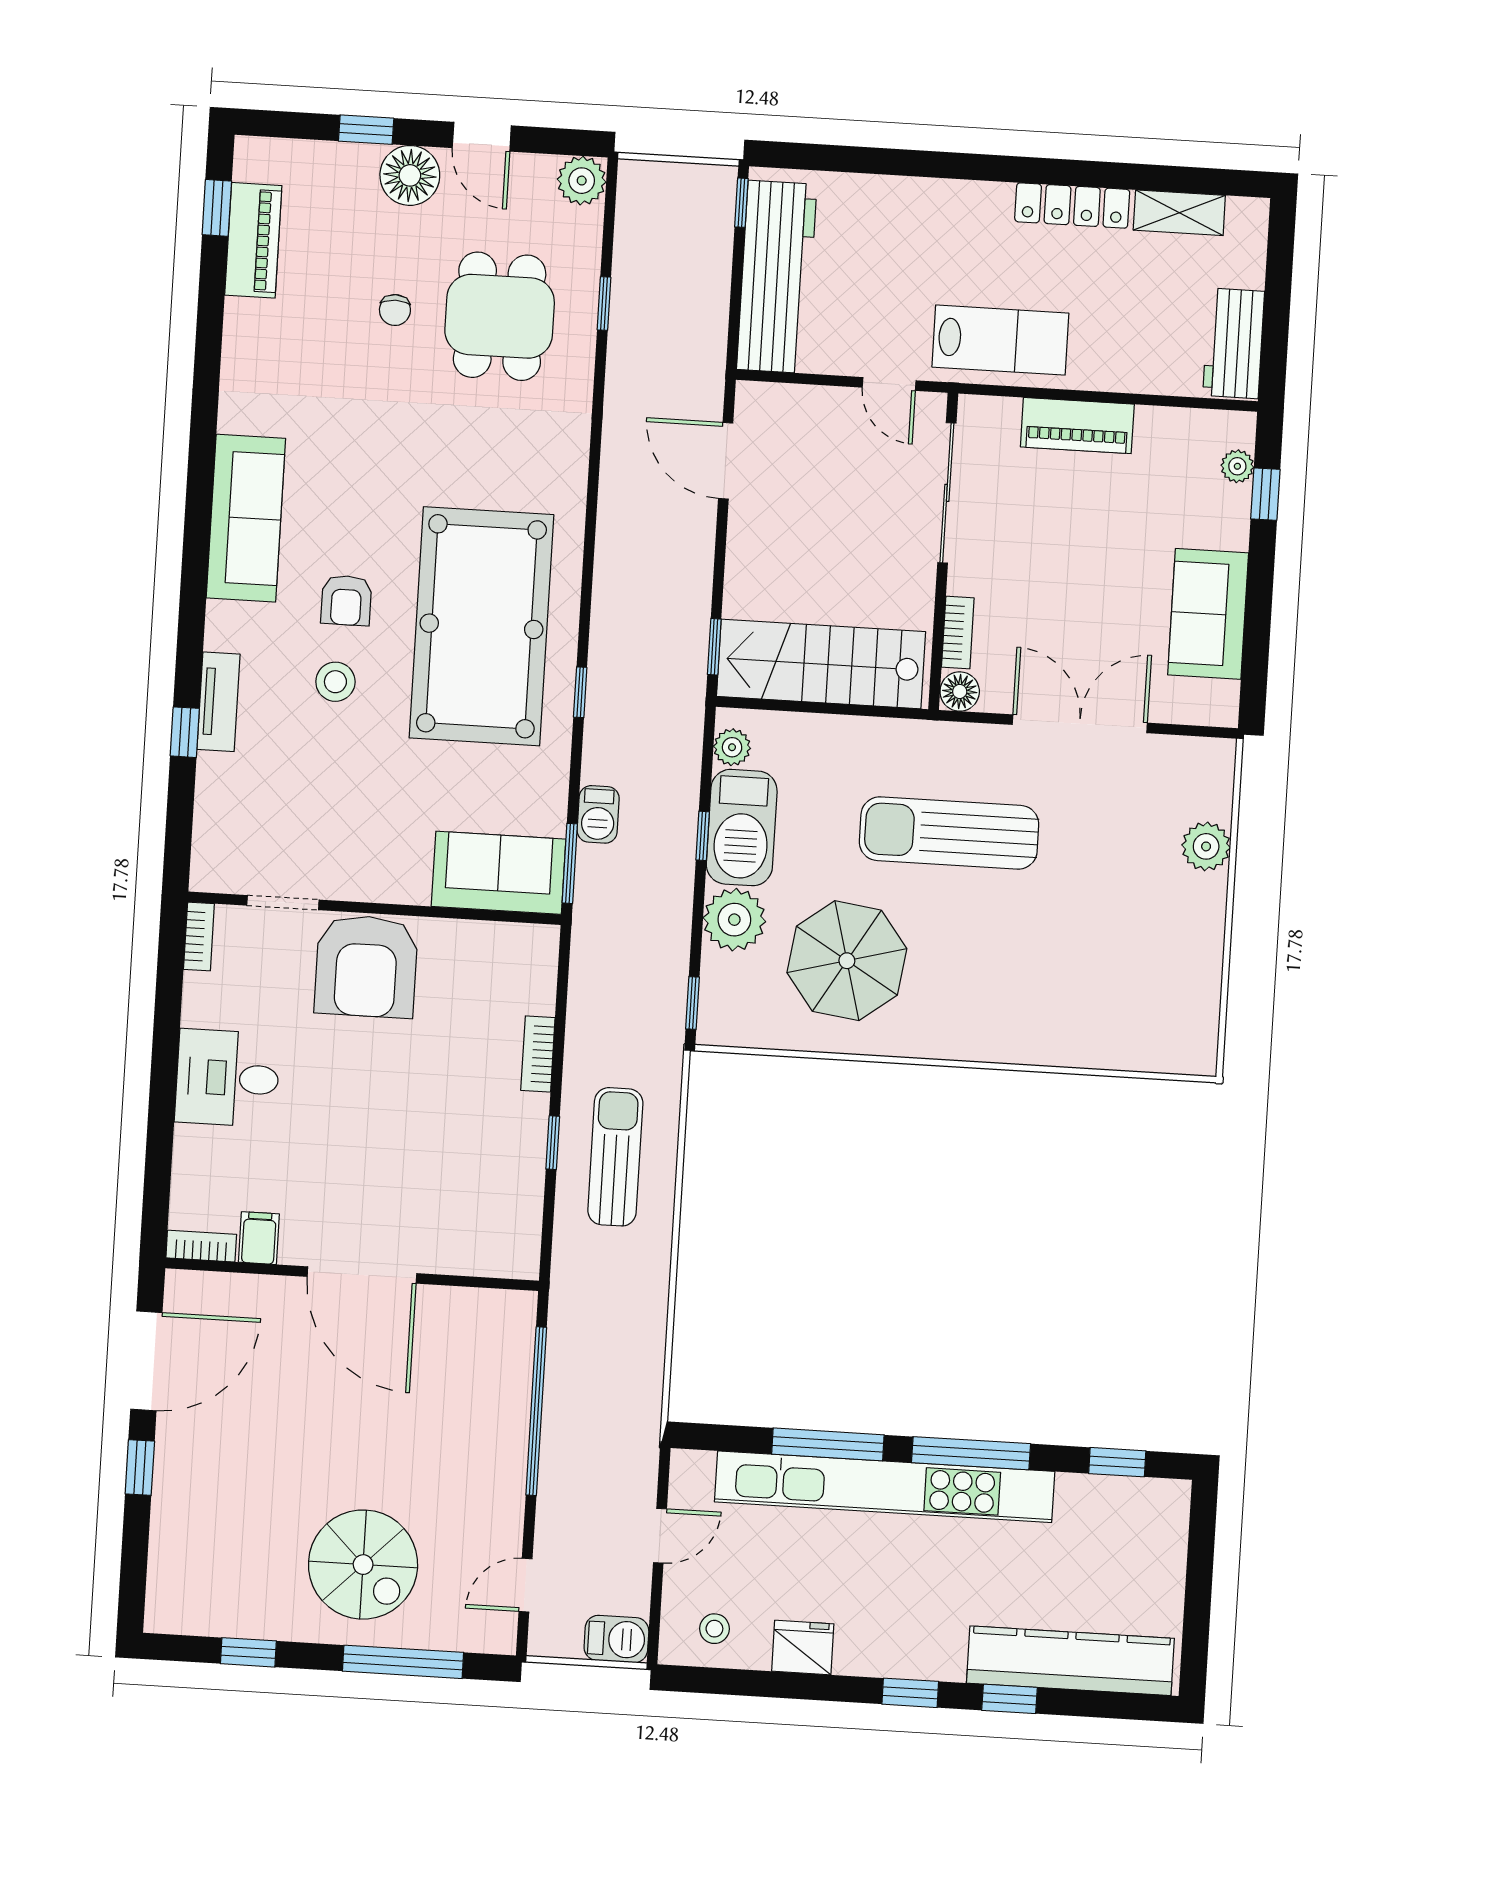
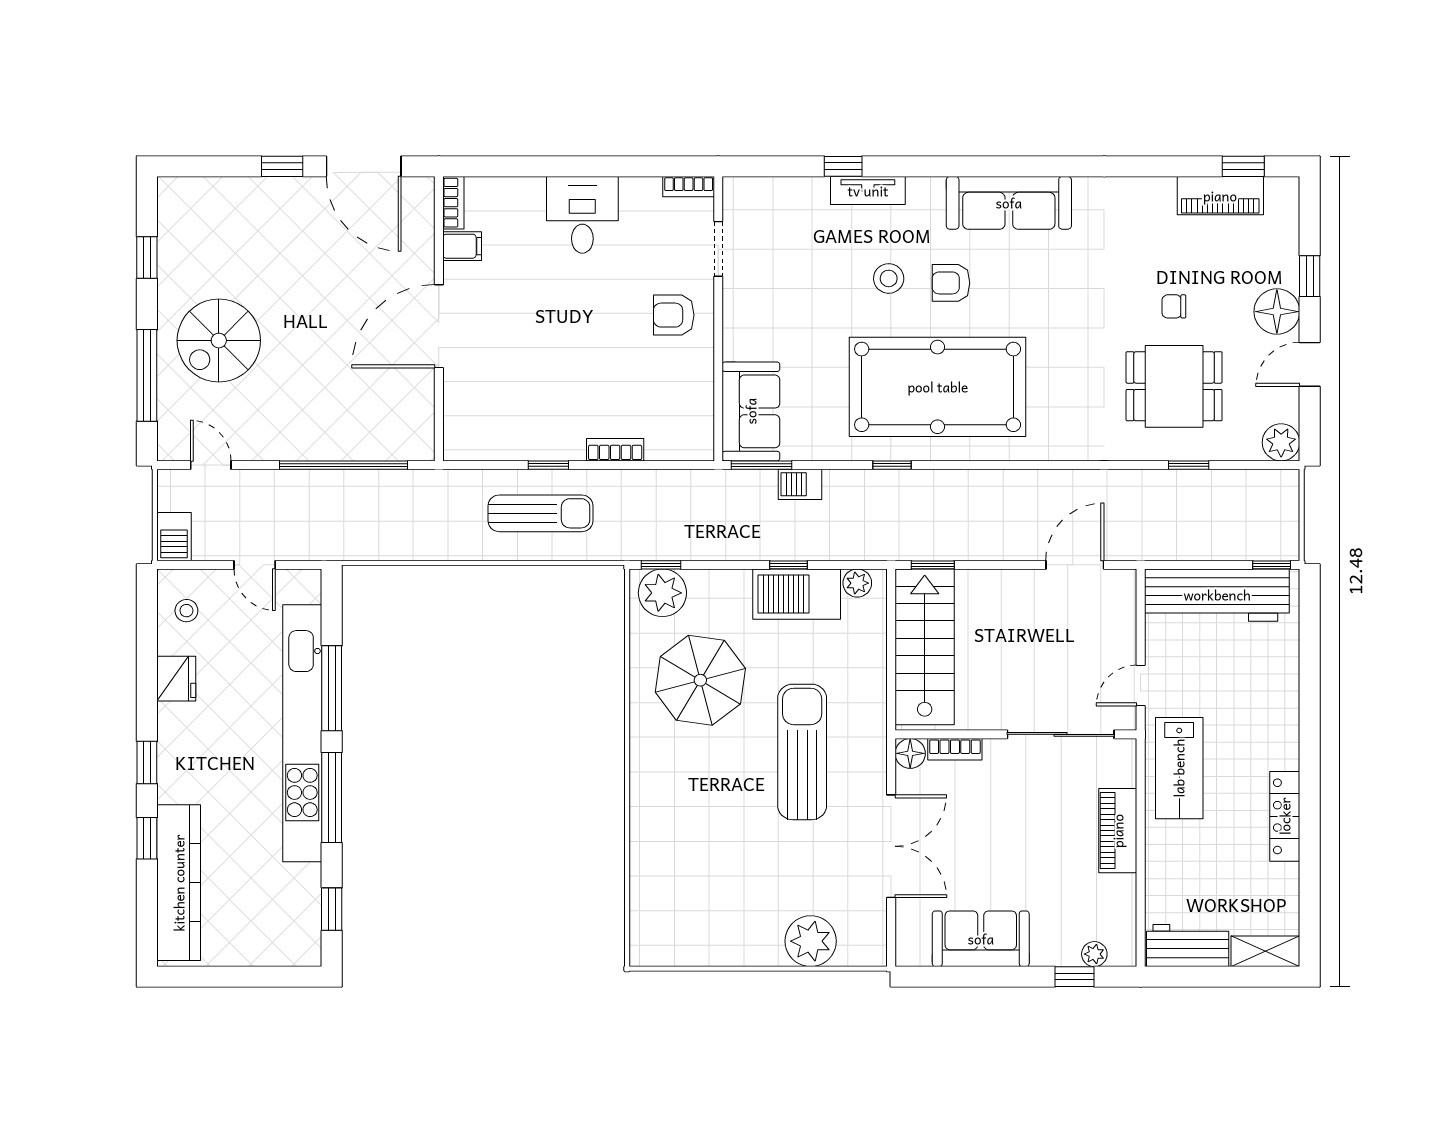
shelving: (1179, 213) -> (1265, 951), moved, turned 90
plant: (1206, 846) -> (811, 941), width x1.36, depth x1.36
plant: (734, 920) -> (662, 593), moved
armchair: (366, 966) -> (674, 315), width x0.53, depth x0.53

